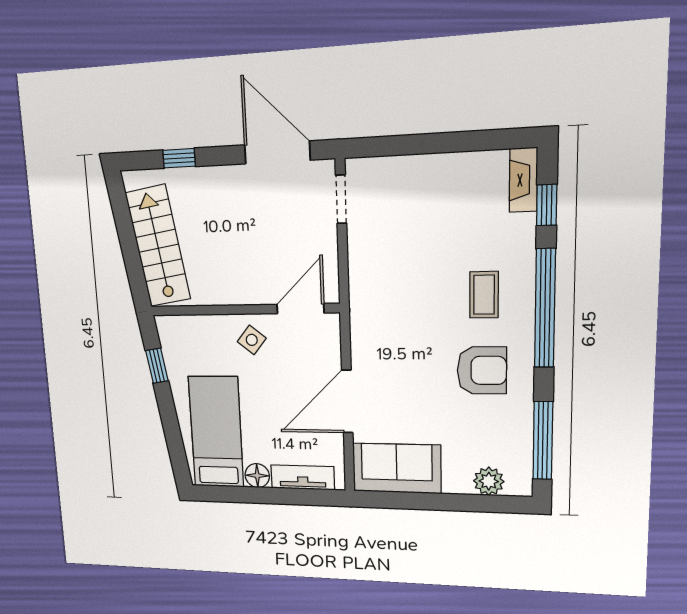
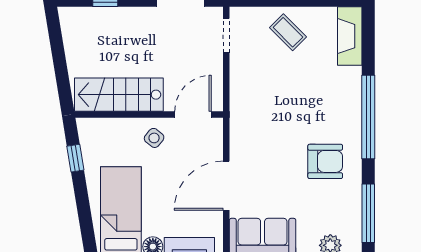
fireplace: (523, 180) -> (350, 36), width x1.37, depth x1.32
window: (547, 205) -> (368, 46), removed
stairs: (158, 246) -> (119, 95), moved, turned -81
coffee table: (484, 295) -> (288, 32), moved, turned -45

